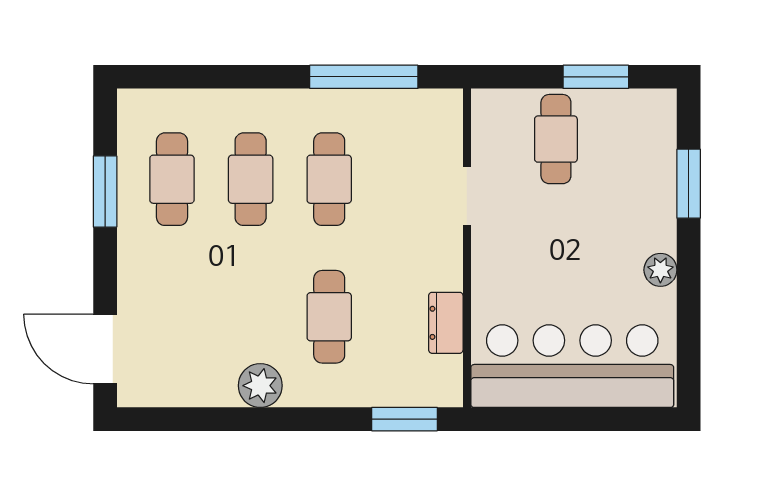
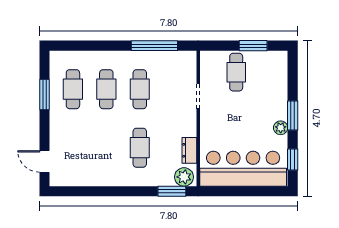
window: (689, 184) -> (293, 115), moved
window: (689, 345) -> (293, 160), added
door: (105, 349) -> (44, 161), width x0.73
plant: (260, 386) -> (184, 177), moved

